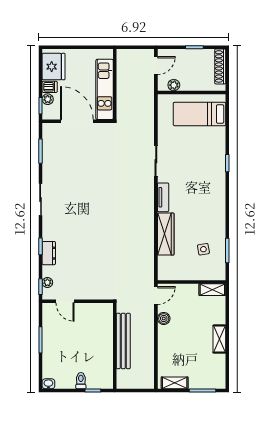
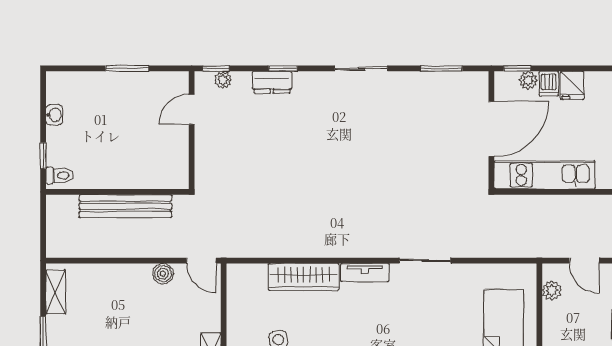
fridge: (54, 67) -> (572, 85), width x0.53, depth x0.75
toilet: (81, 381) -> (59, 176), moved
washbasin: (48, 384) -> (54, 115), moved

